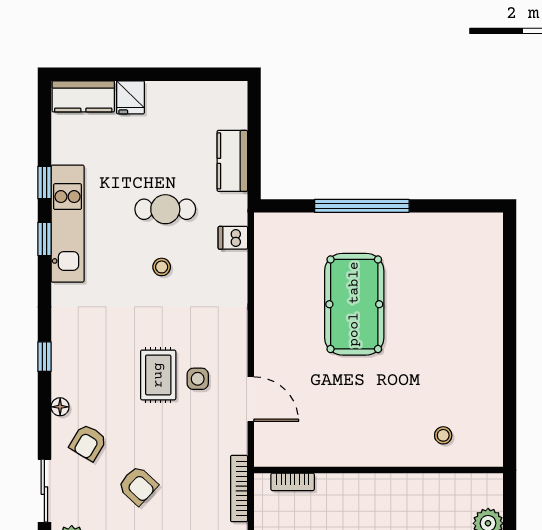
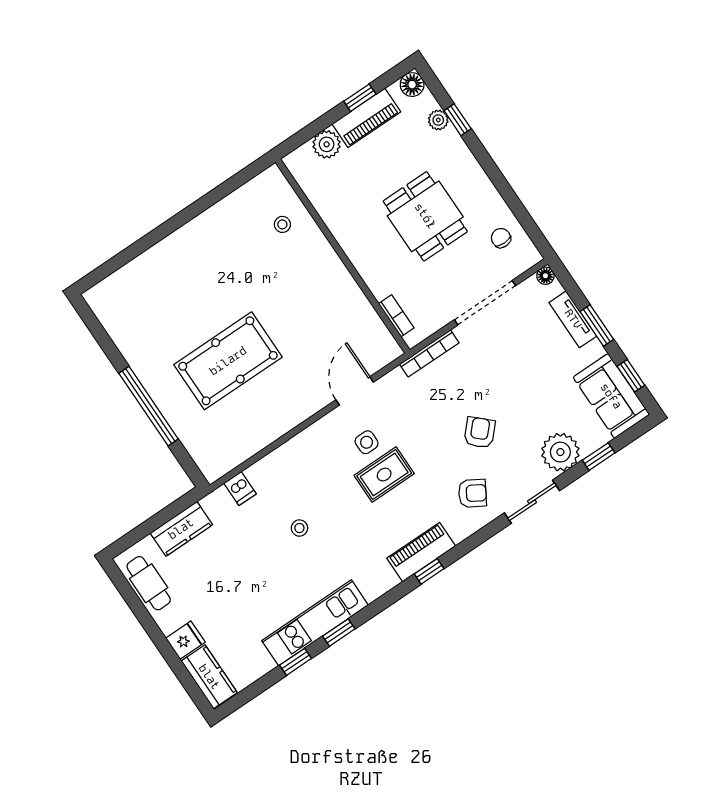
cafe table: (165, 209) -> (149, 583), moved
piano: (66, 361) -> (421, 552), added
floor lamp: (60, 407) -> (460, 533), removed

